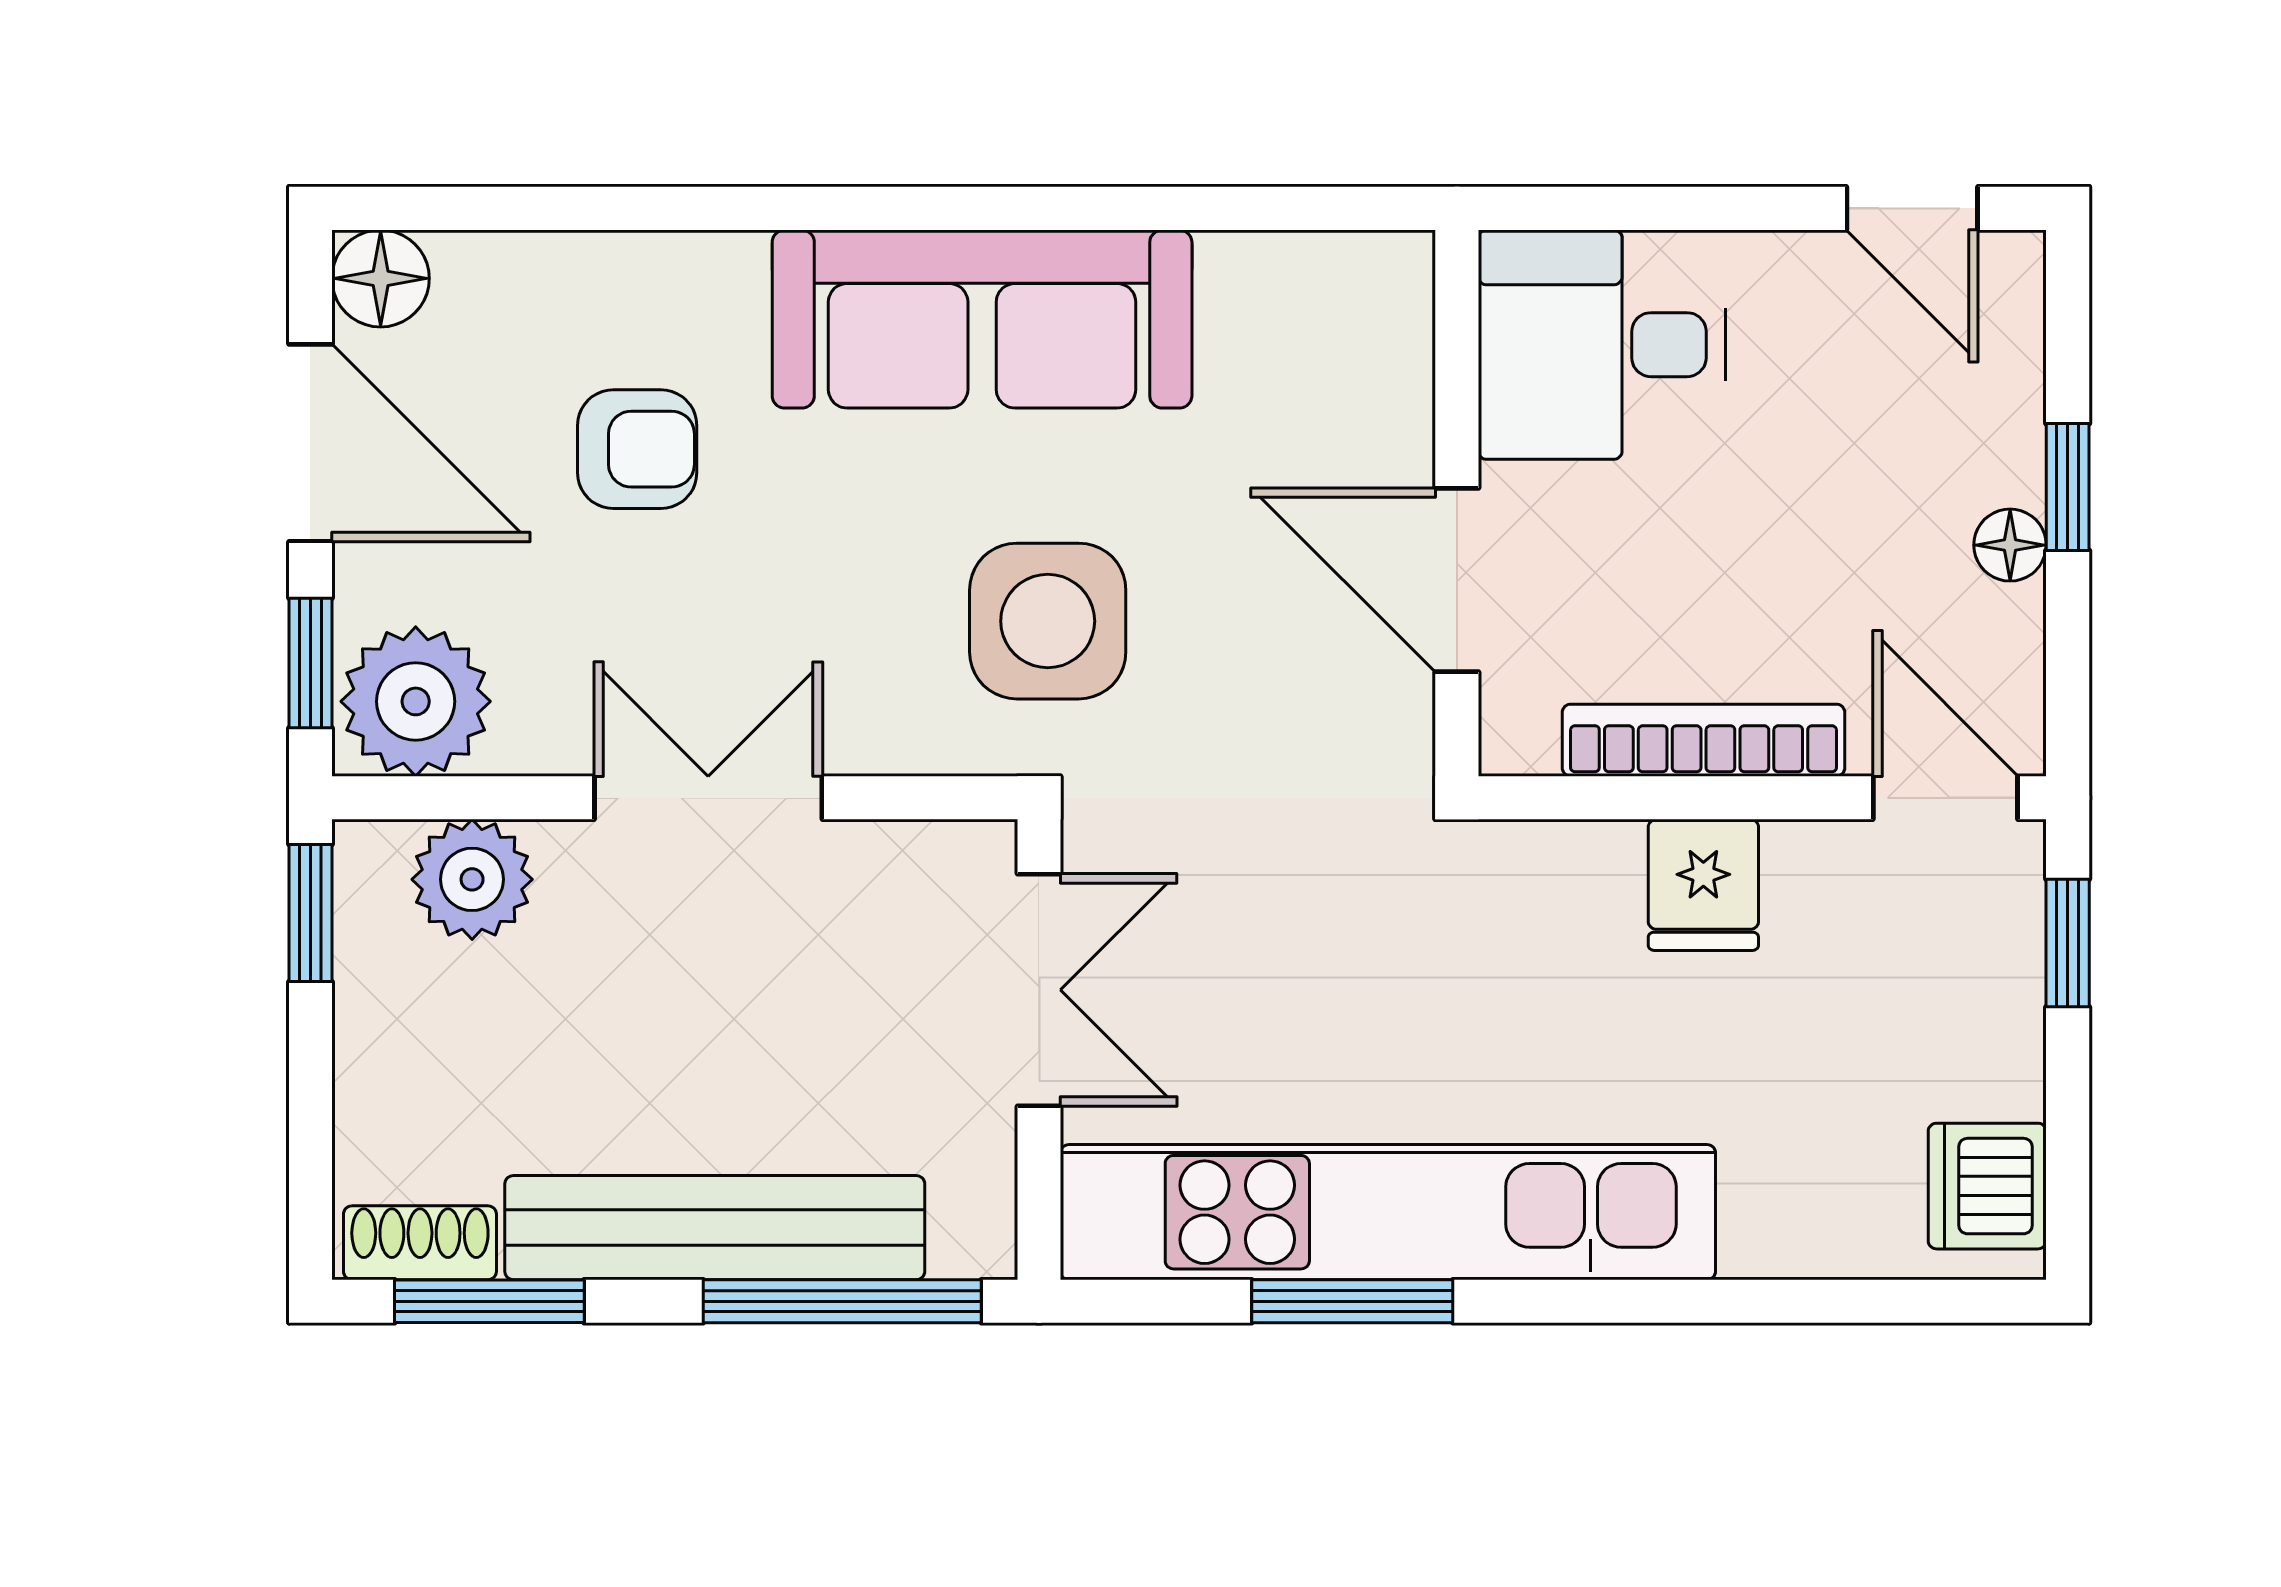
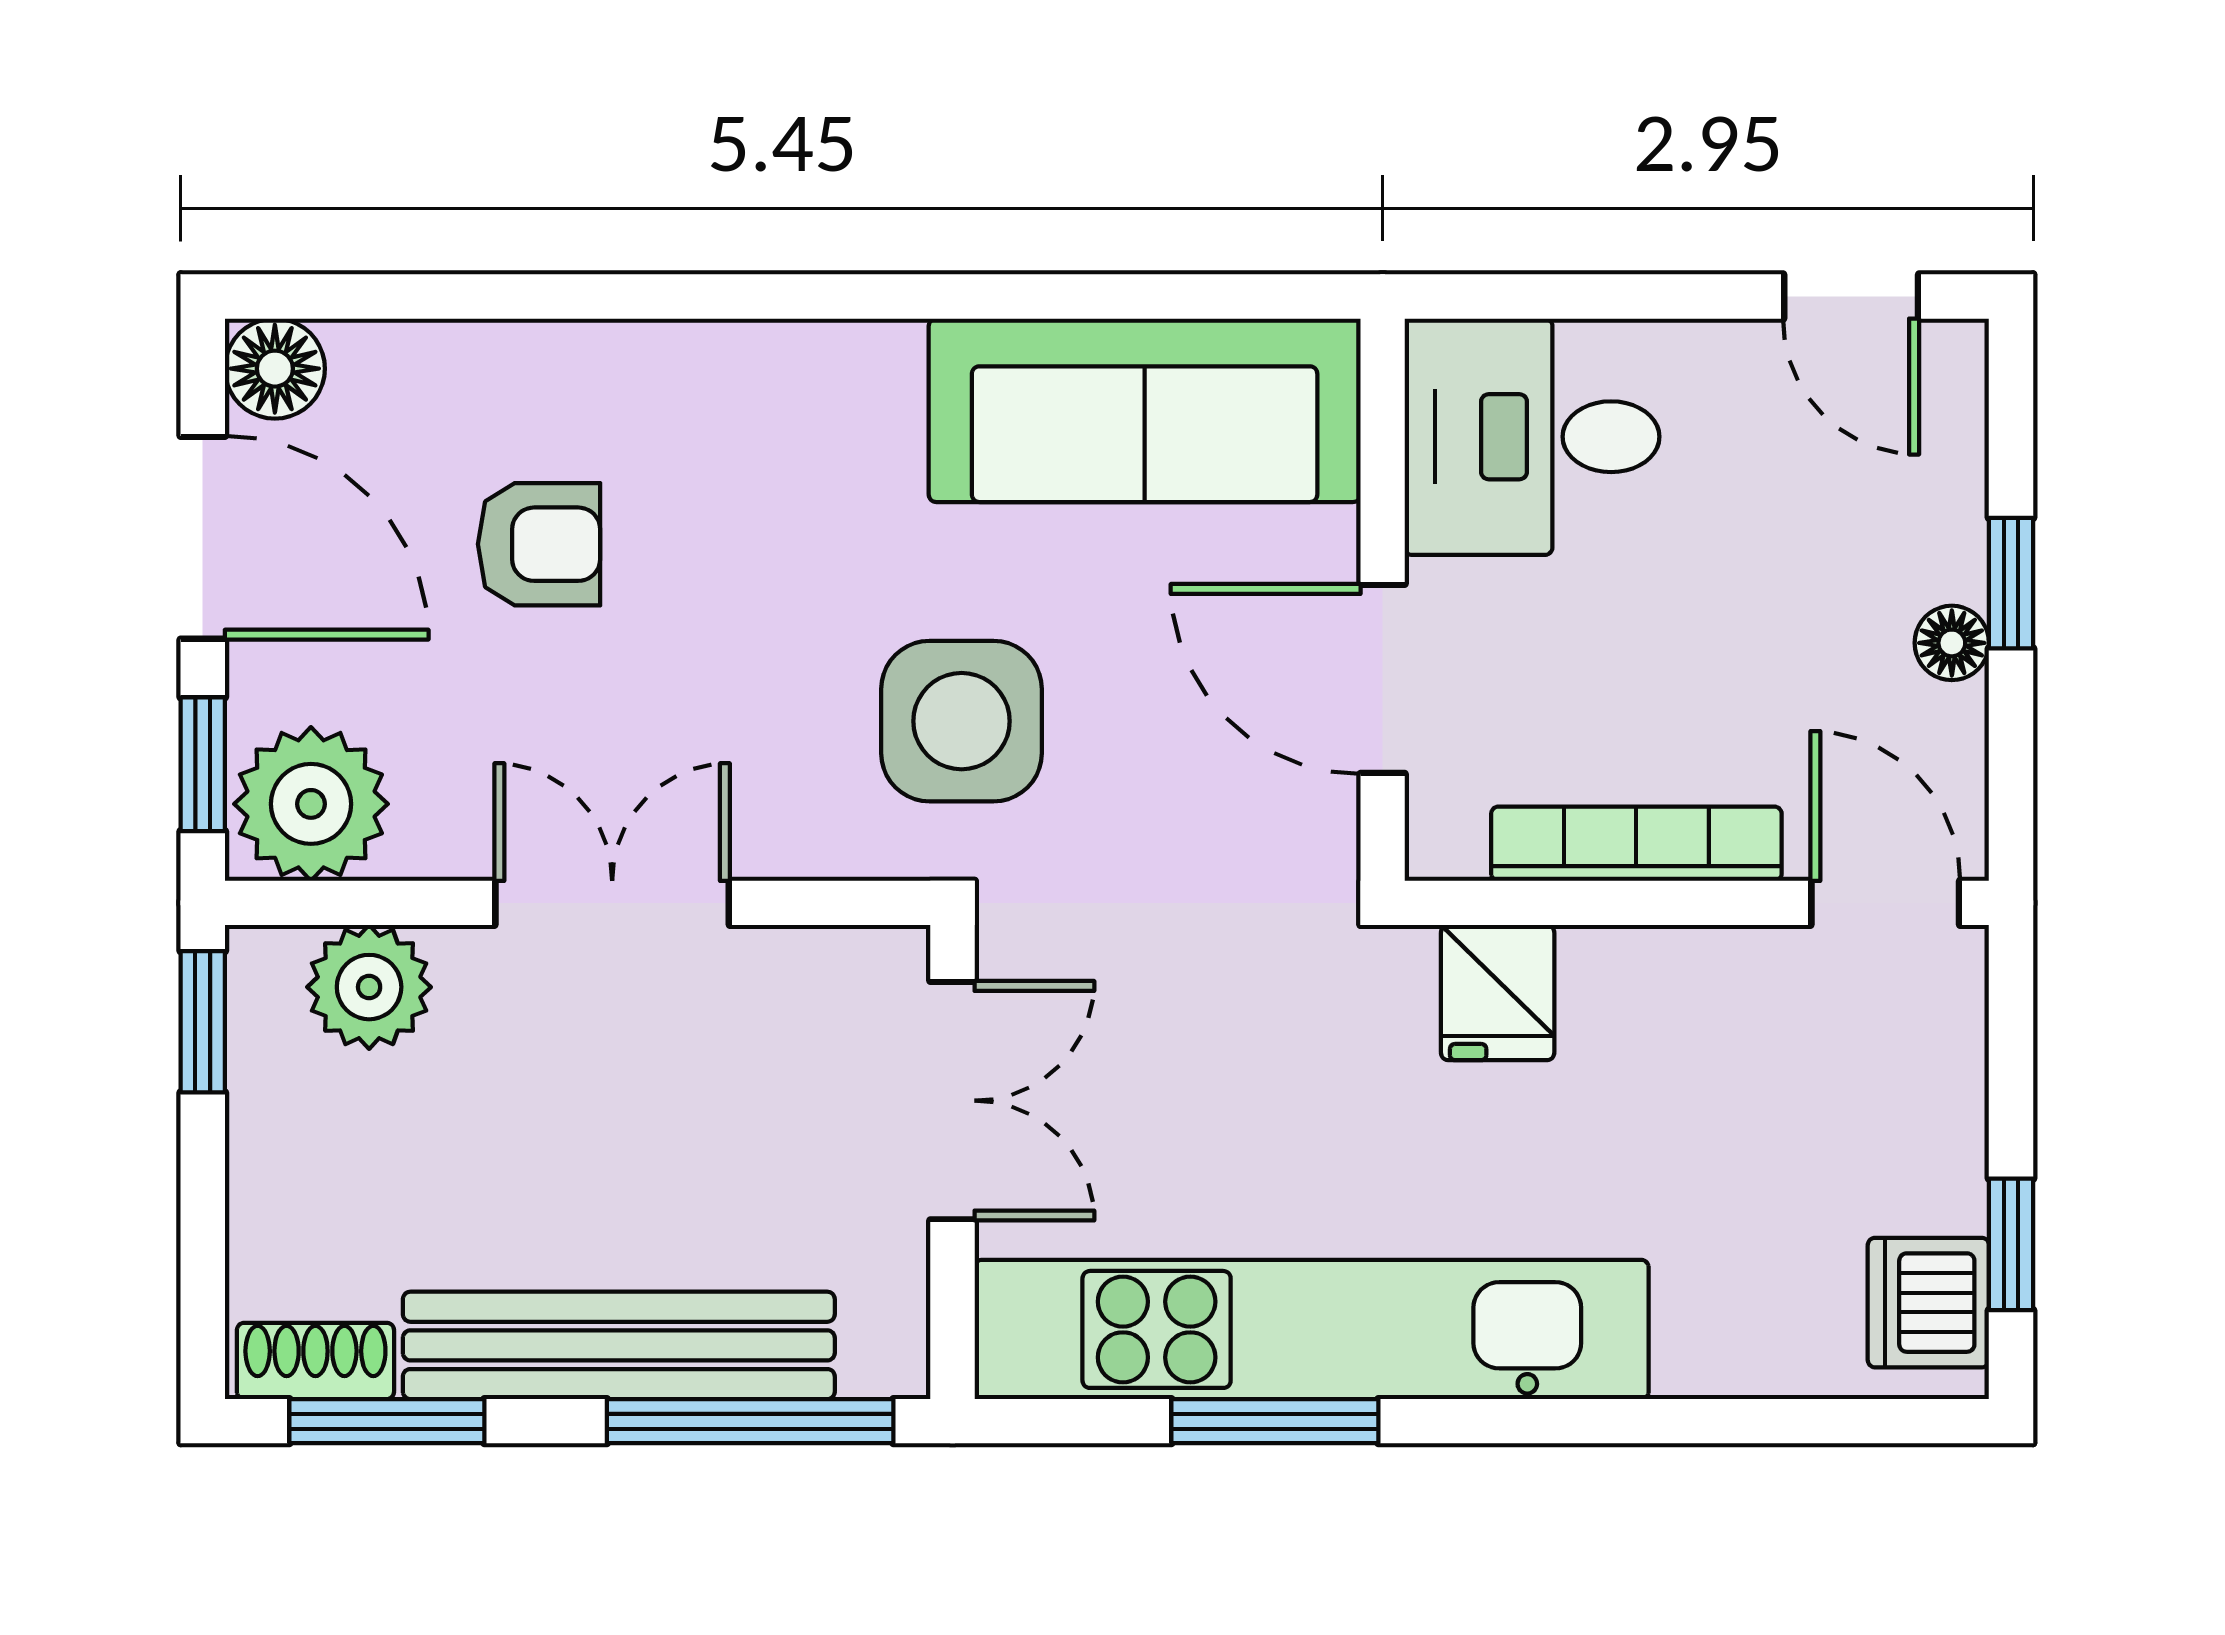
sofa: (982, 319) -> (1145, 410), moved
fridge: (1703, 885) -> (1498, 993), moved
window: (2068, 943) -> (2011, 1244), moved

